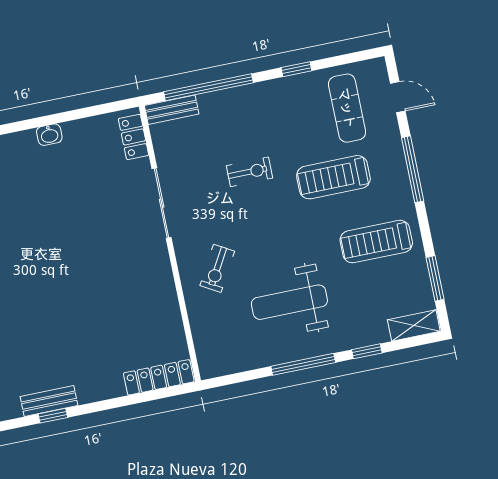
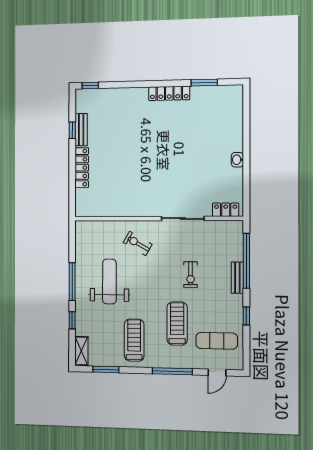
bench: (172, 110) -> (237, 278), moved
locker: (159, 377) -> (82, 168), moved

